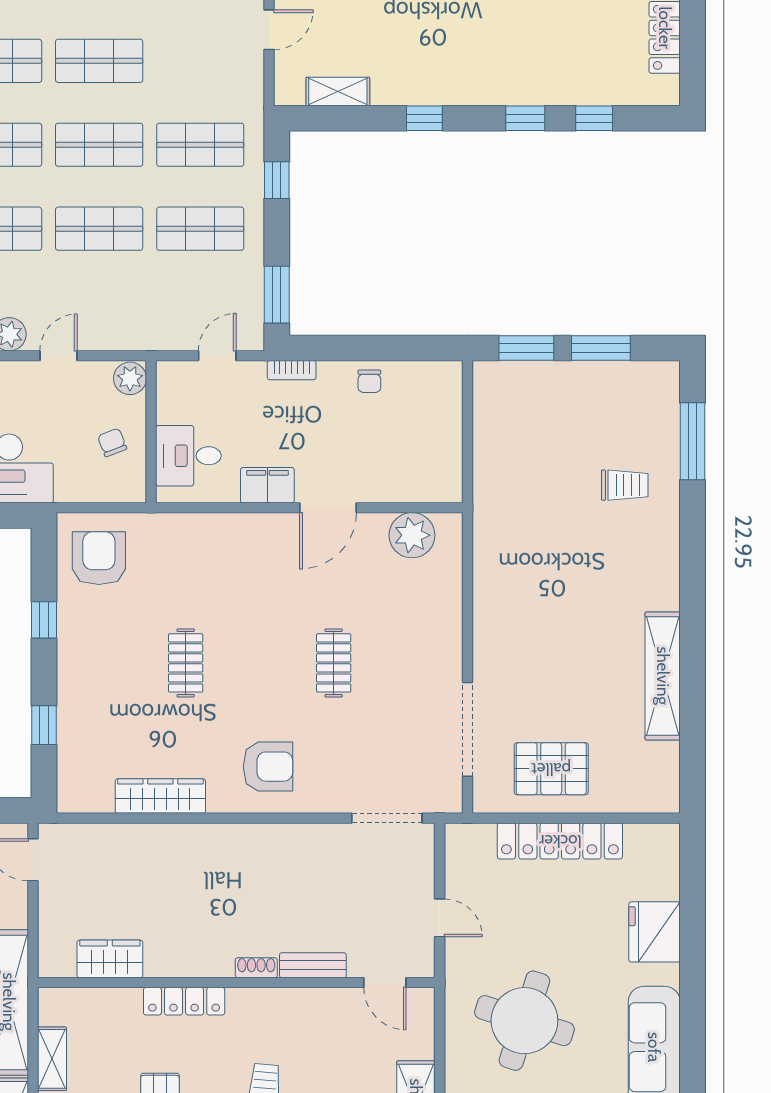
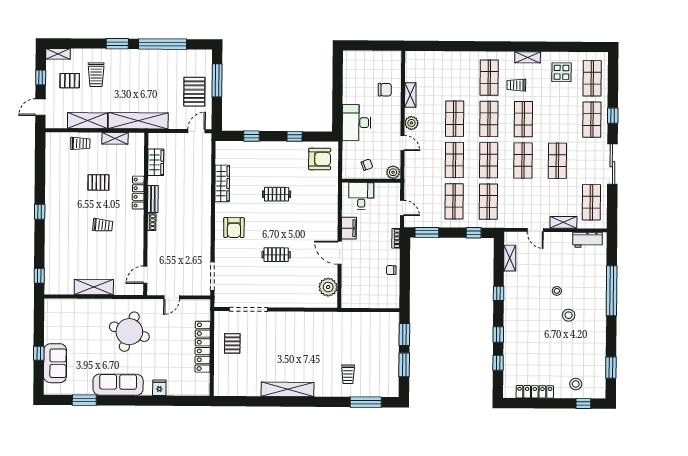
shelving: (663, 676) -> (287, 389), moved
pallet: (551, 769) -> (232, 343), width x0.67, depth x0.71
fridge: (655, 932) -> (159, 388), width x0.53, depth x0.75
bench: (313, 965) -> (153, 199), moved

